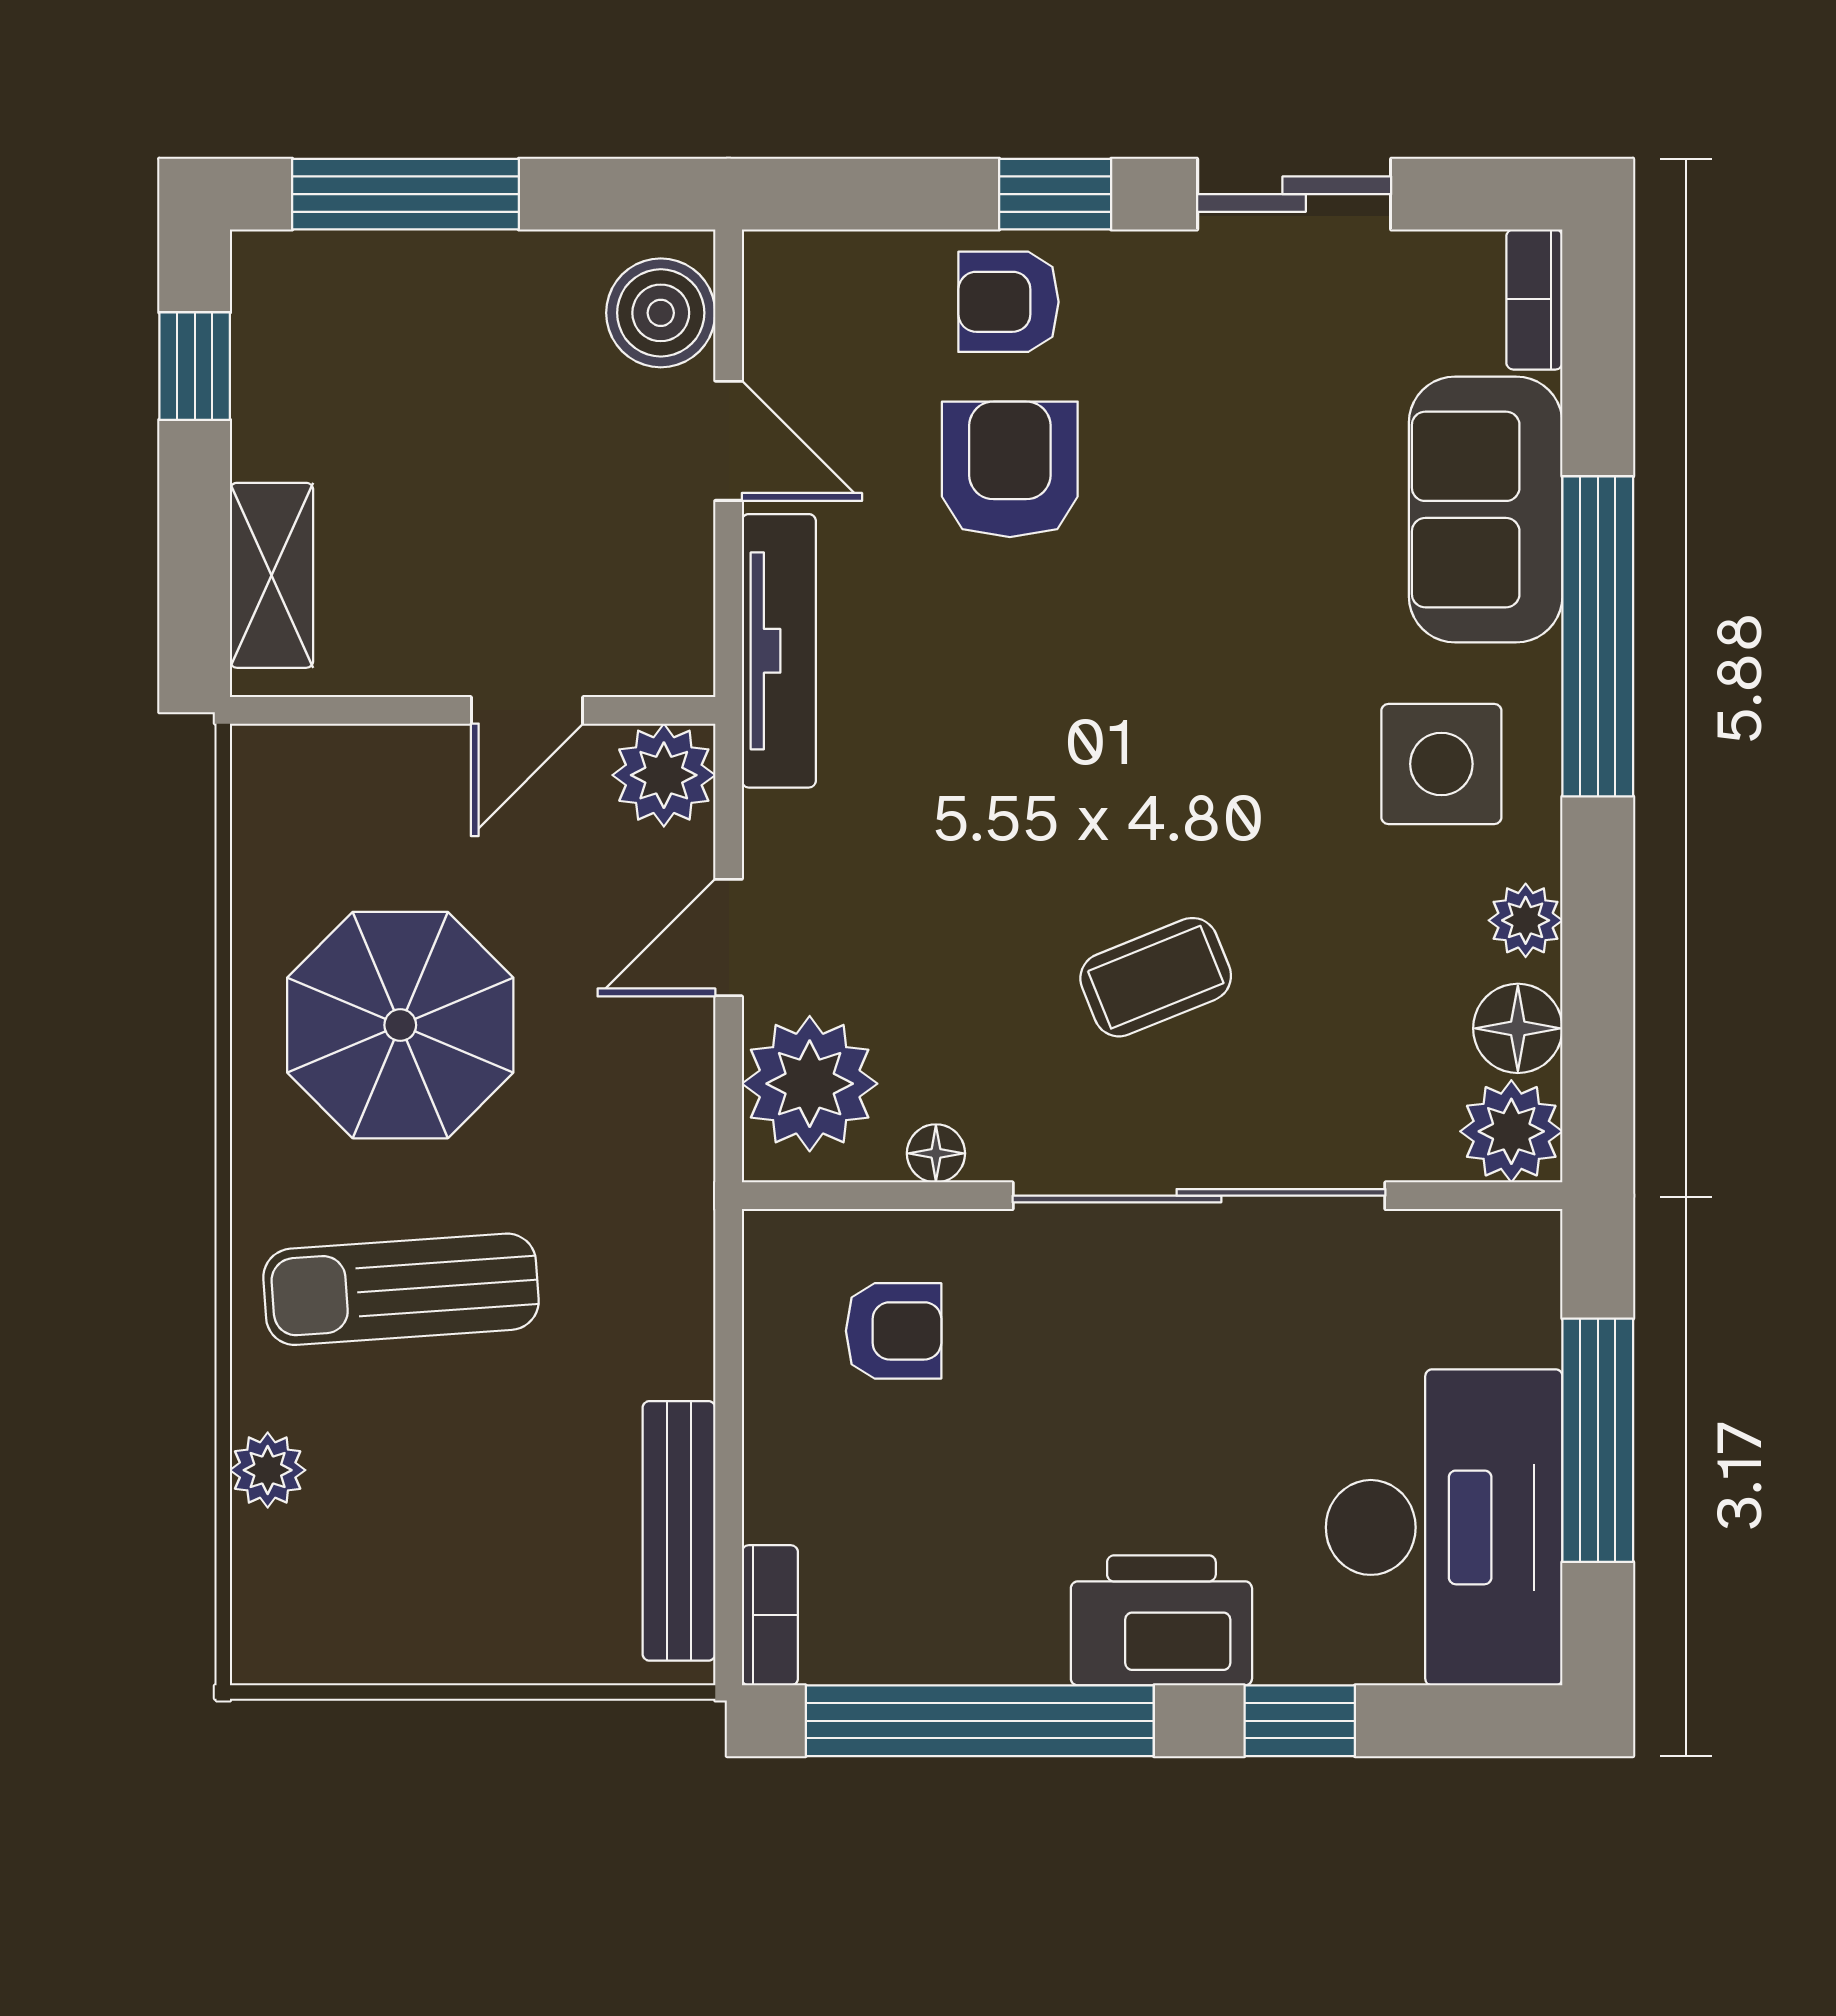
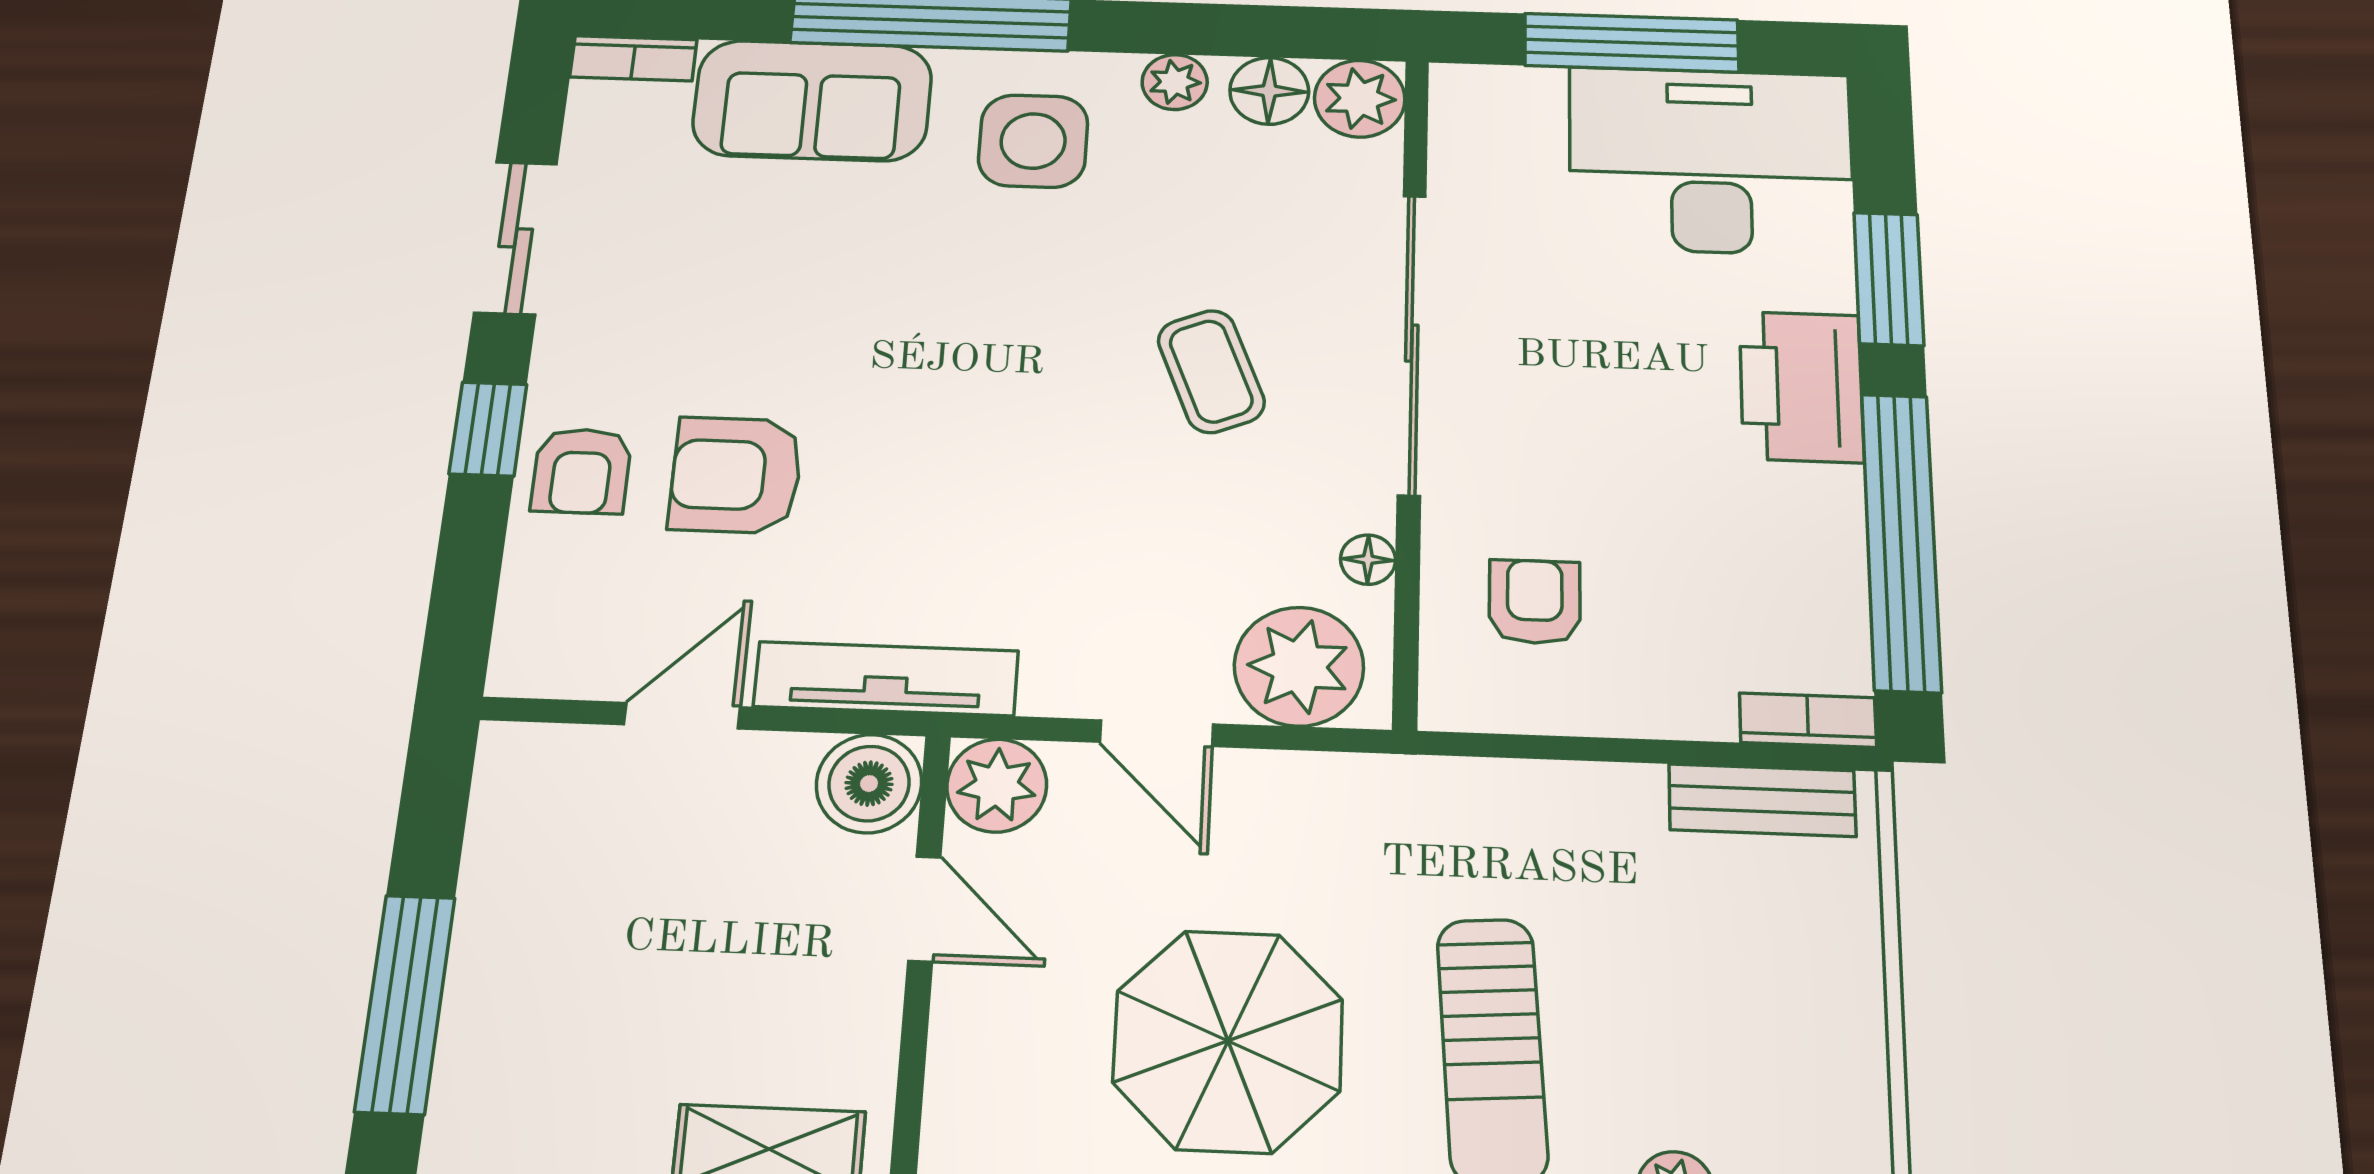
boiler: (661, 313) -> (869, 784), moved
bench: (679, 1531) -> (1762, 800), width x0.73
window: (1300, 1721) -> (1889, 279), width x1.50

